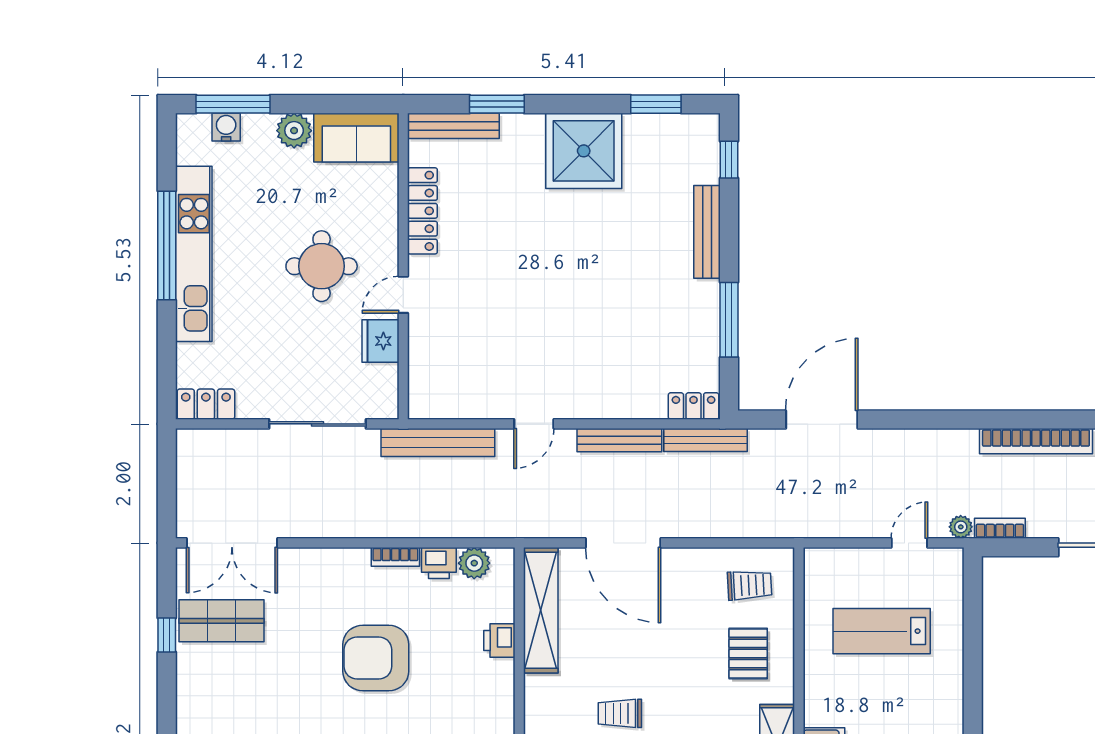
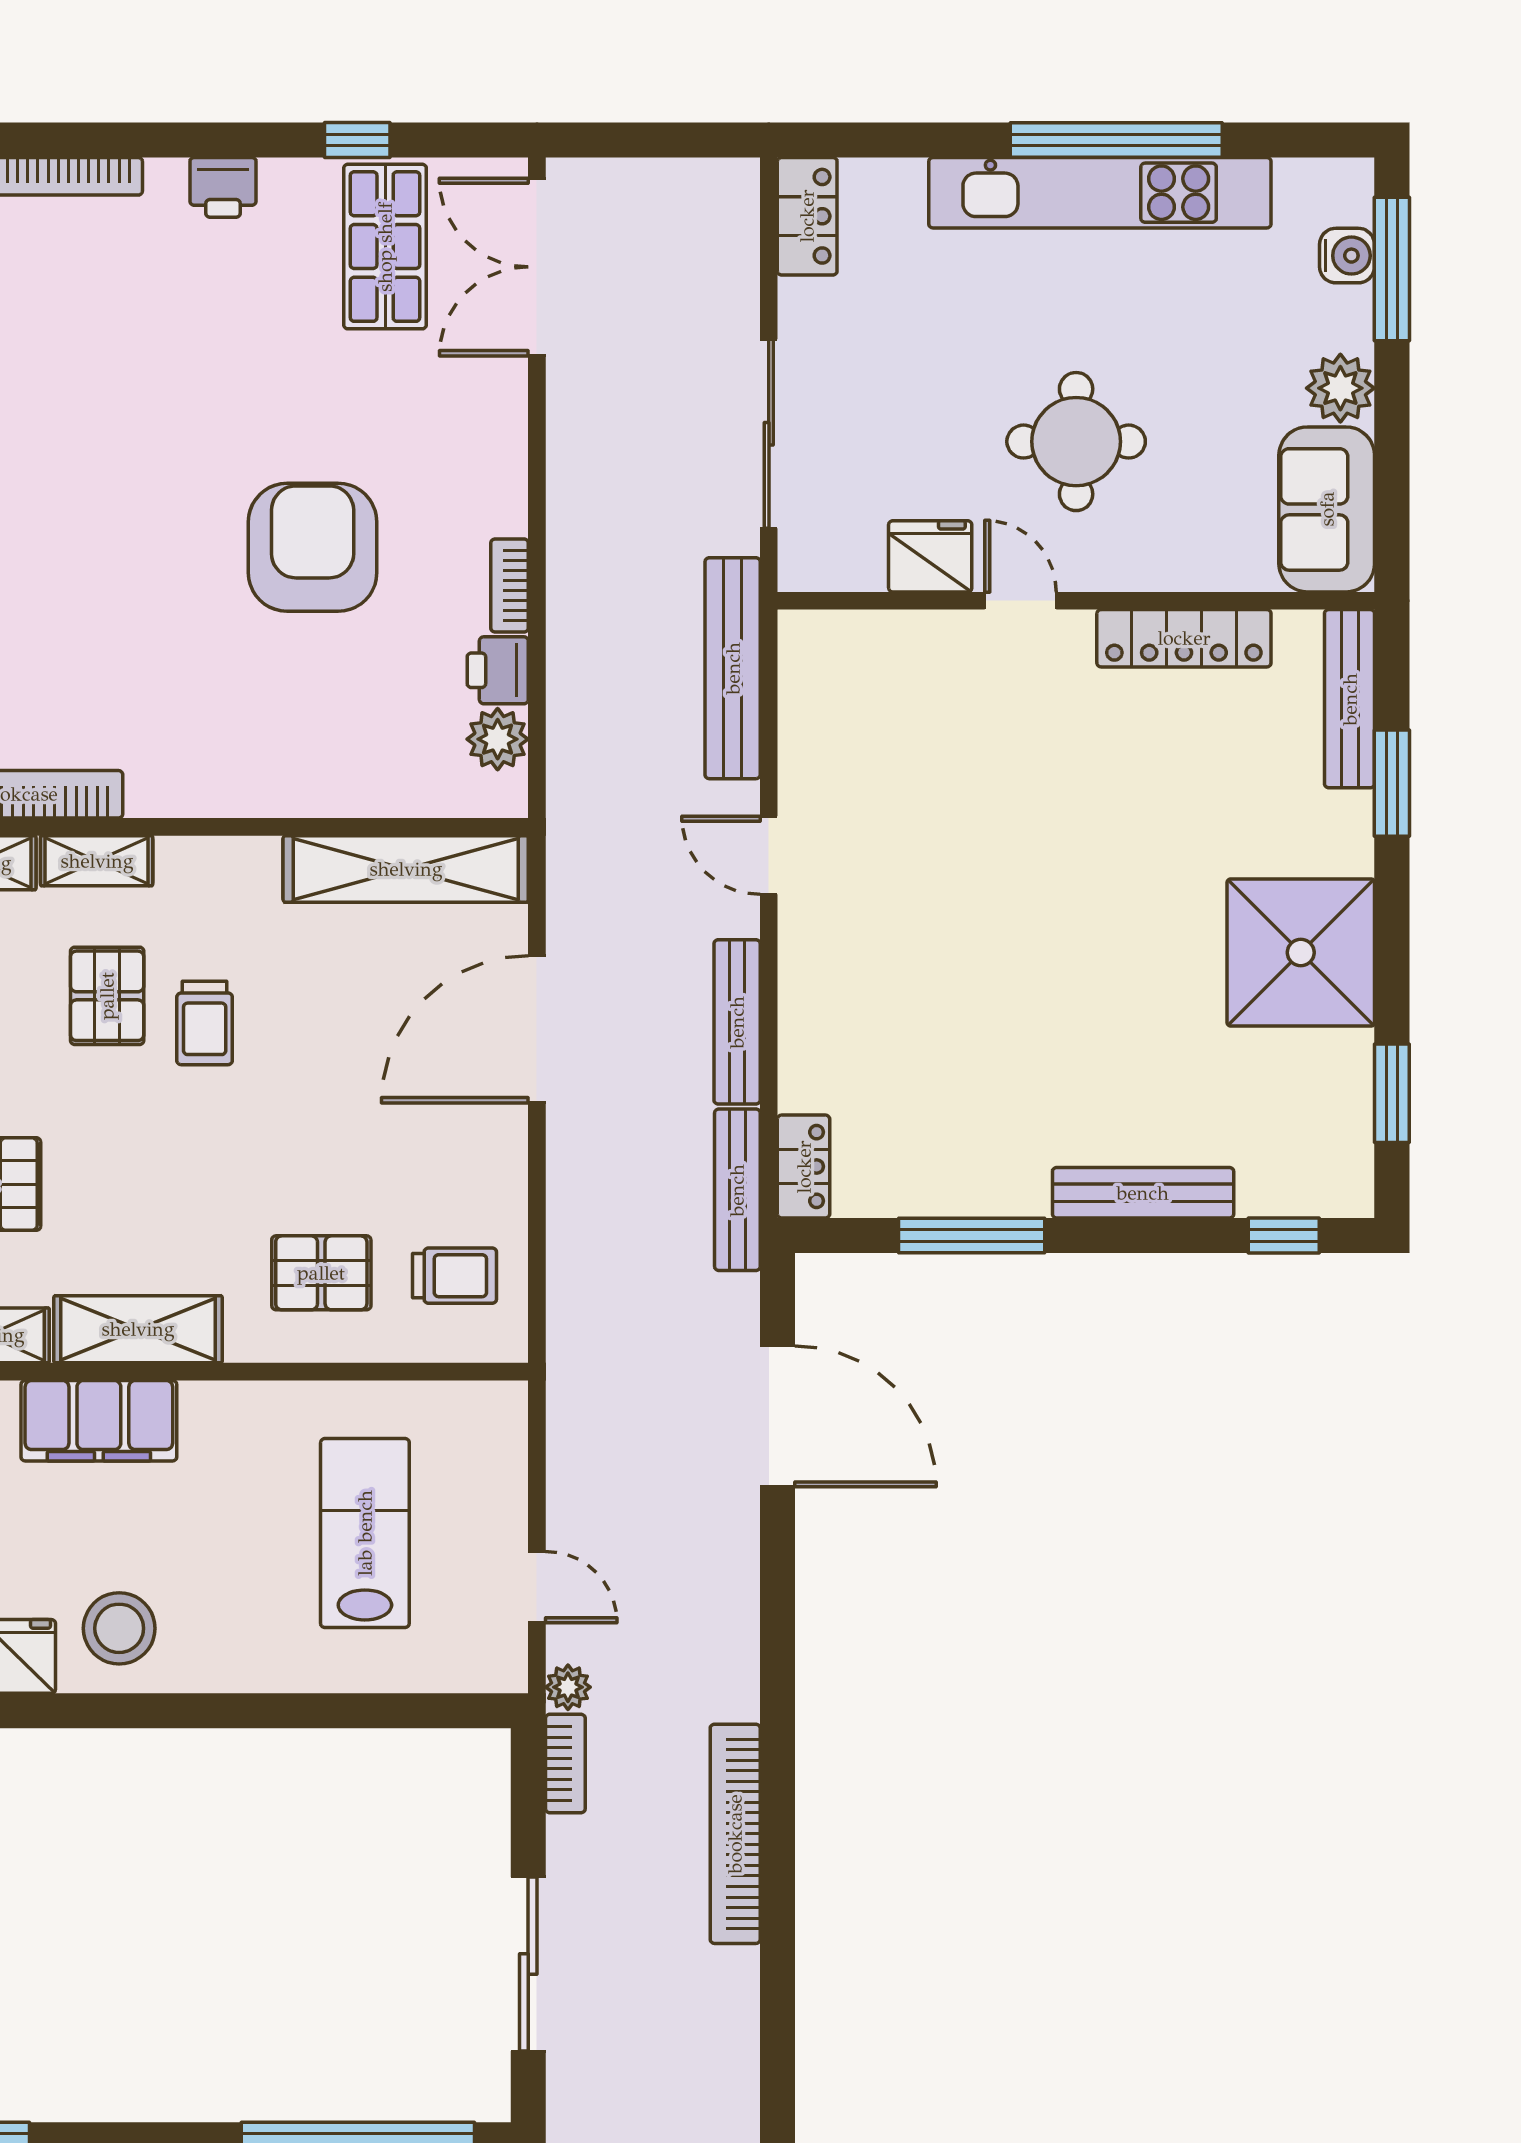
trolley: (750, 585) -> (454, 1276), turned -87
printer: (499, 640) -> (223, 187), moved, turned 180
trolley: (620, 713) -> (205, 1023), turned 180

